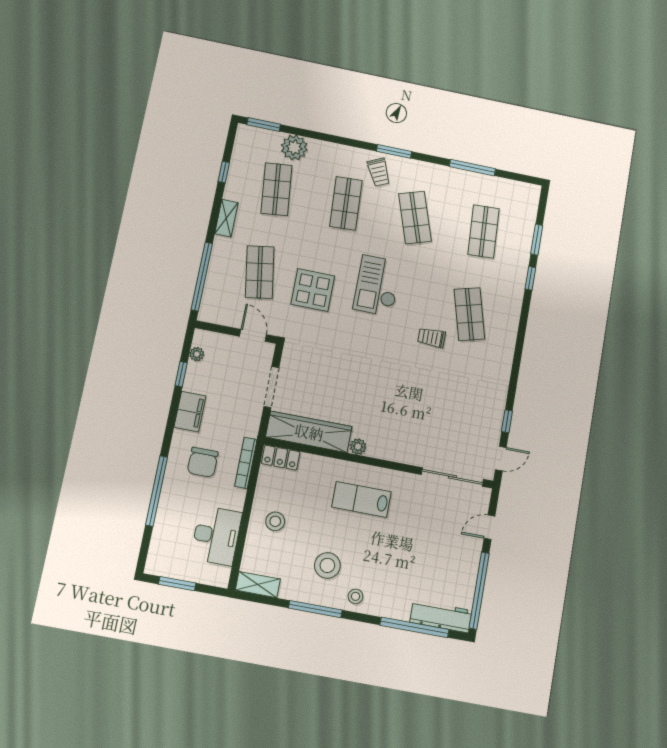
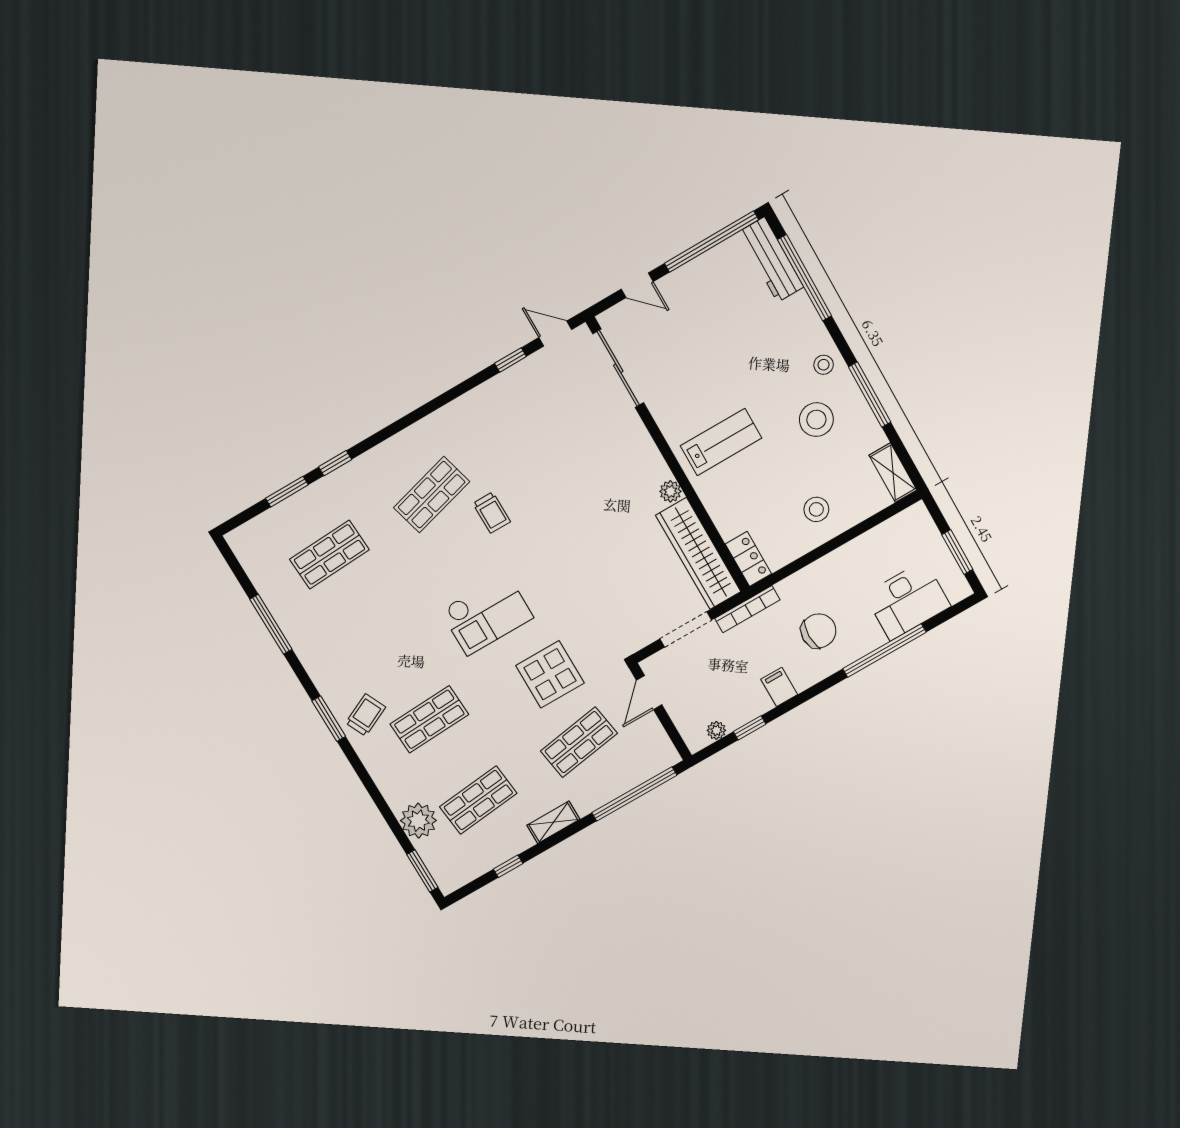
shop shelf: (415, 217) -> (380, 637), removed
filing cabinet: (190, 412) -> (779, 687), width x0.50
bookcase: (246, 463) -> (747, 609), moved
lab bench: (361, 499) -> (721, 442), turned -90
desk: (216, 536) -> (908, 600), moved, turned 180

